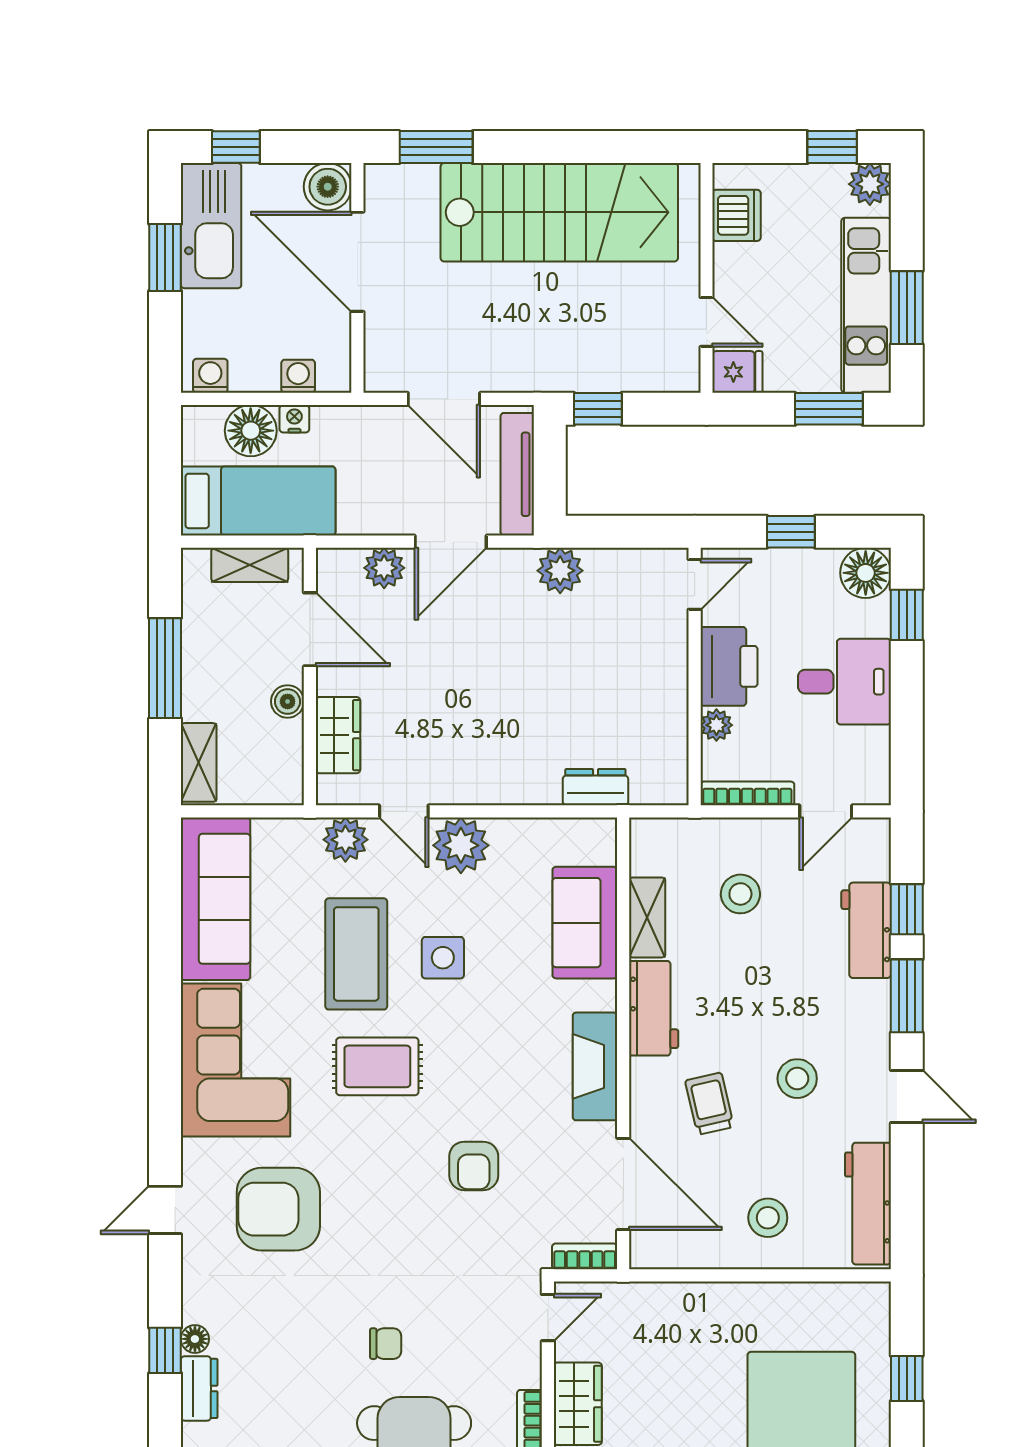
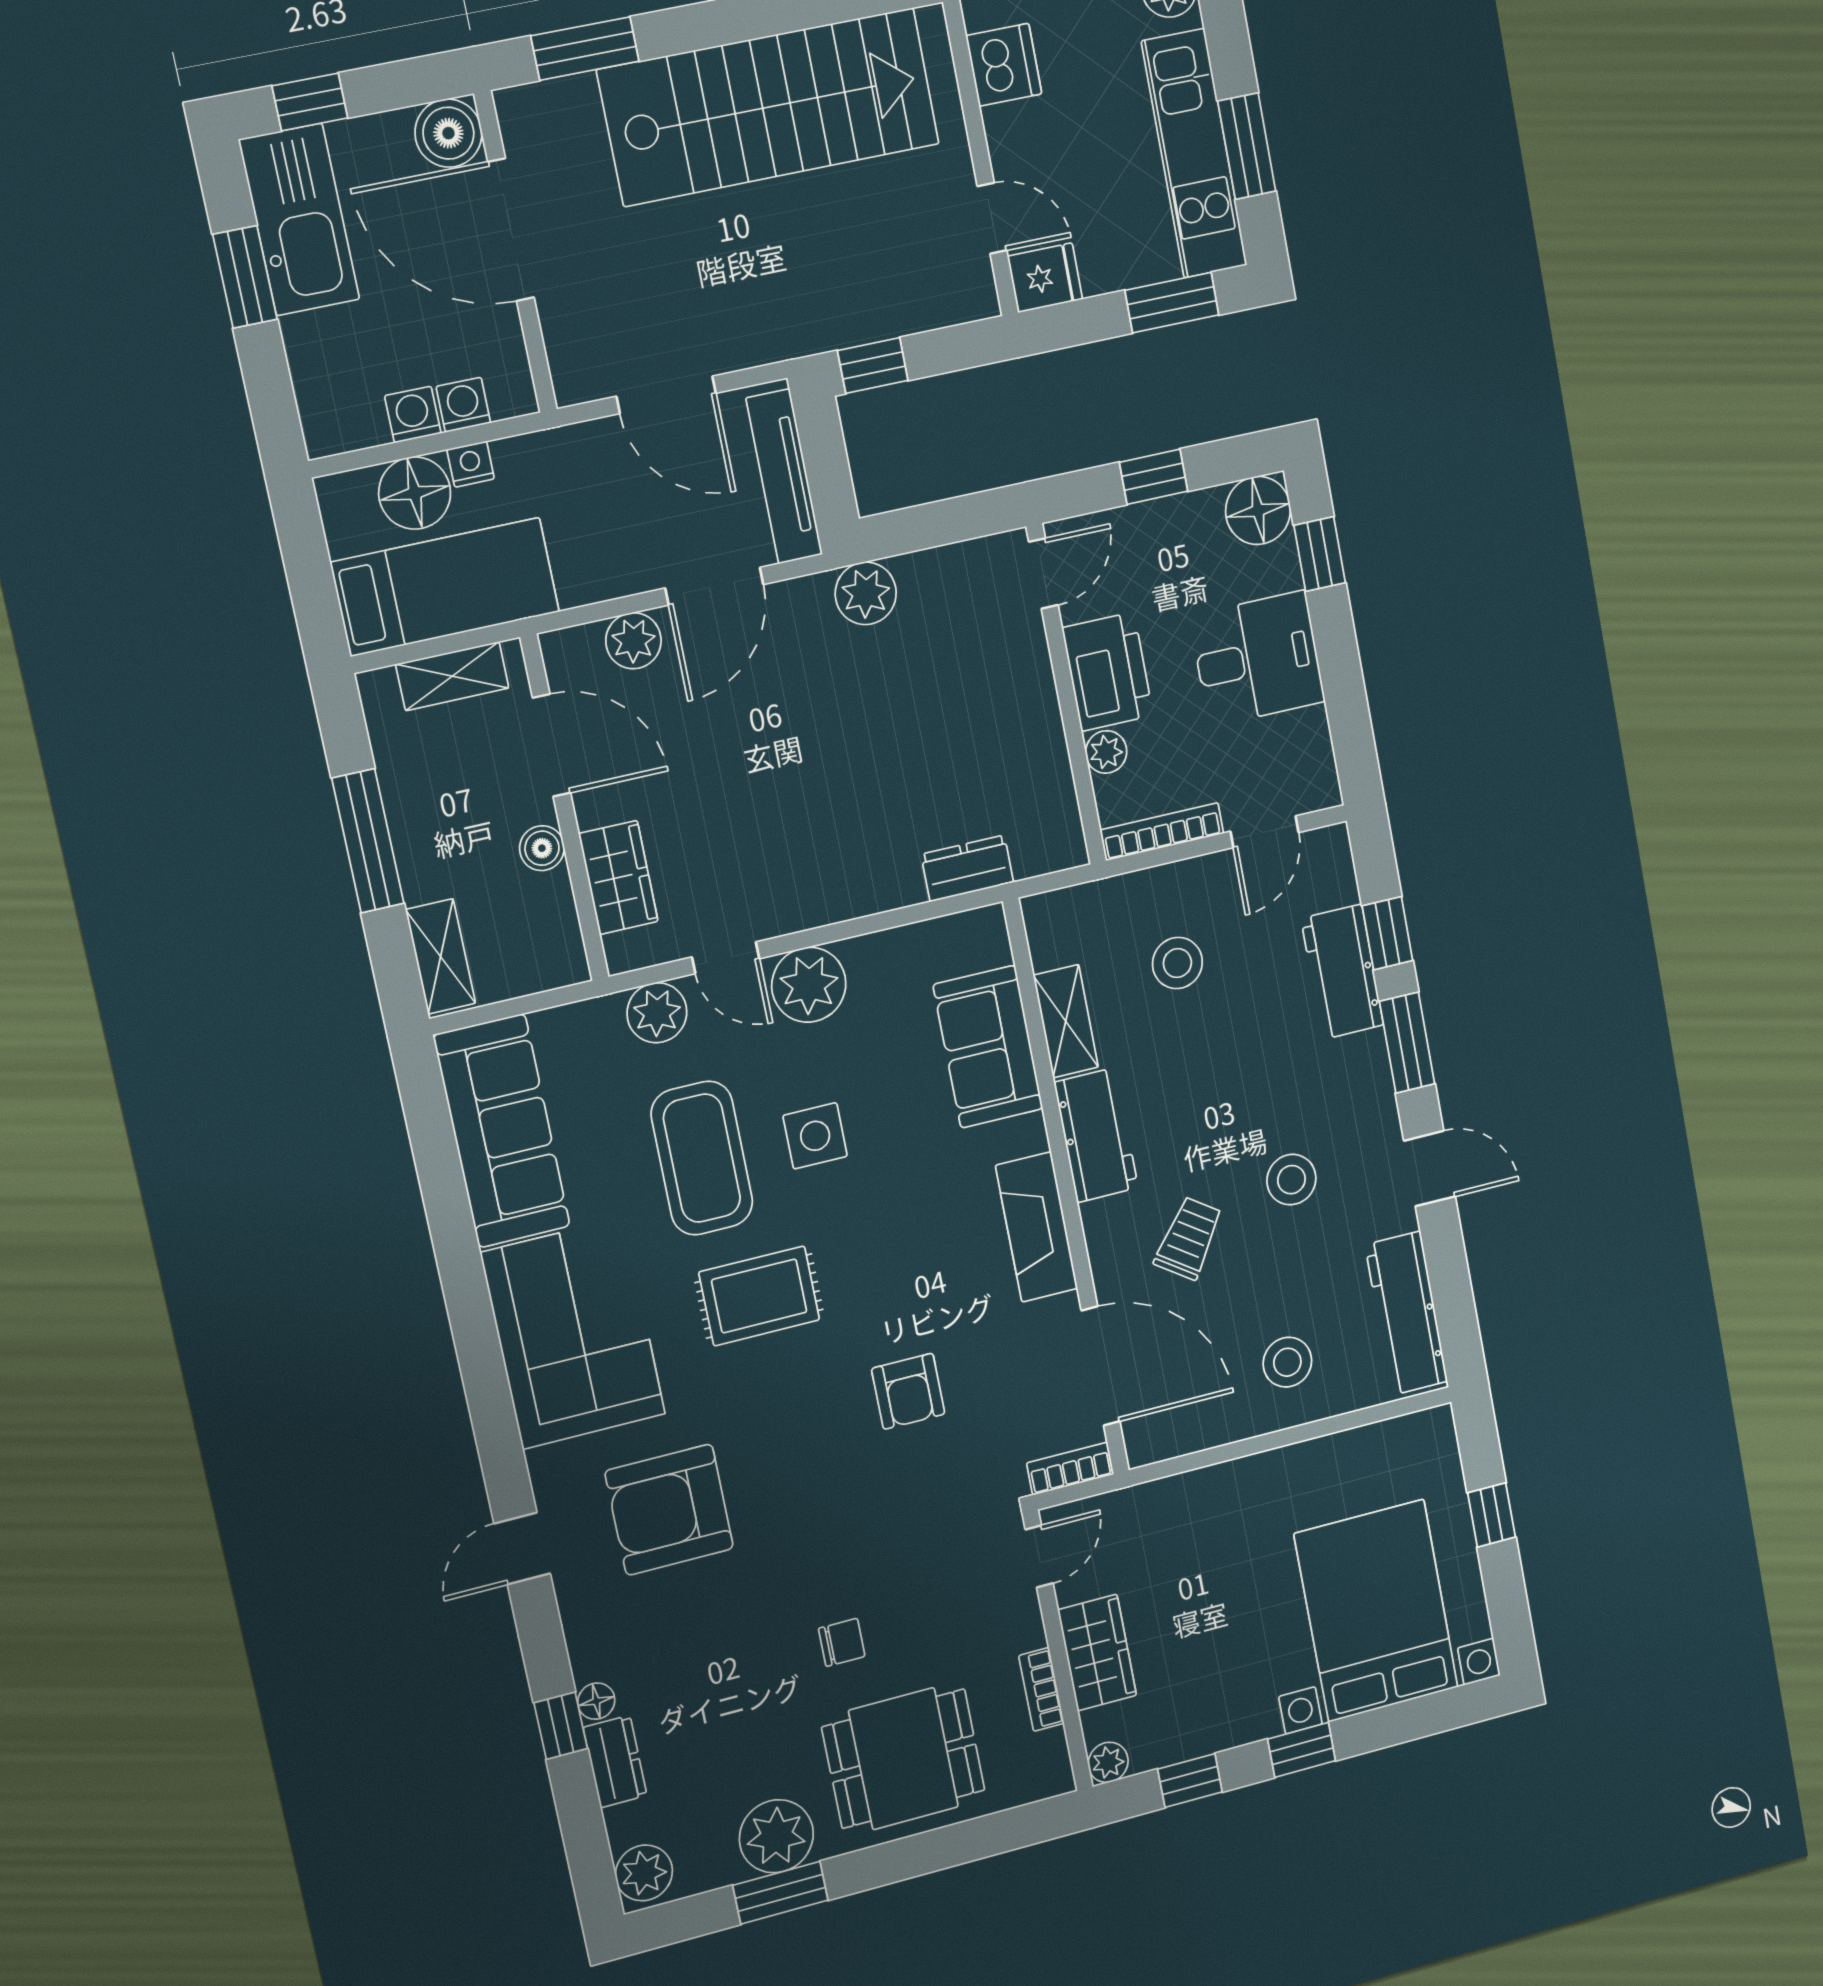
washing machine: (210, 376) -> (413, 415), moved
trolley: (709, 1104) -> (1189, 1238), turned 48

